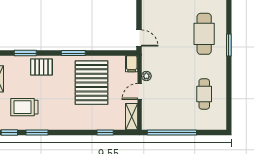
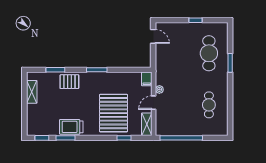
door: (139, 38) -> (153, 36), moved
pallet: (92, 83) -> (114, 113), moved
trolley: (24, 107) -> (71, 127), moved

